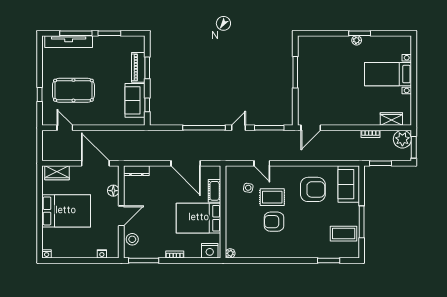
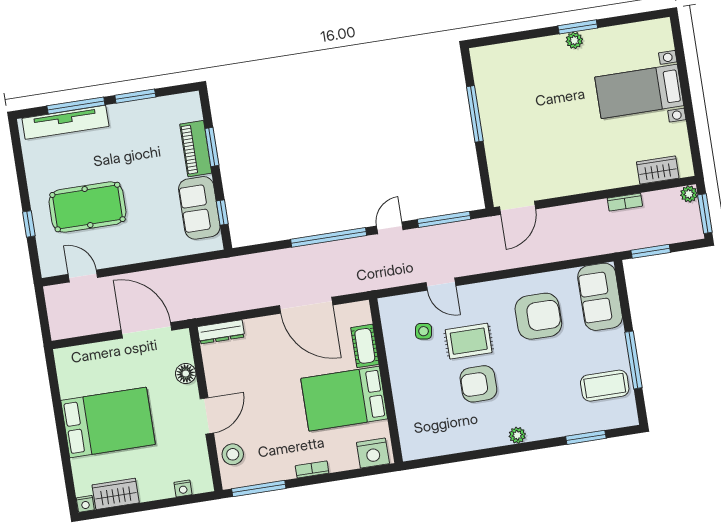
plant: (402, 139) -> (689, 194), width x0.53, depth x0.53
wardrobe: (57, 173) -> (116, 494), moved, turned 180
plant: (230, 253) -> (517, 435), moved

